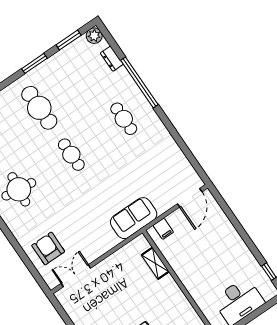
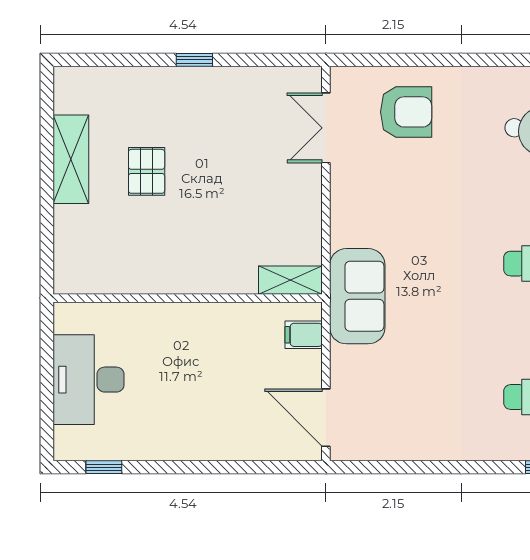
shelving: (155, 263) -> (290, 280), moved
double door: (76, 276) -> (326, 128), swing flipped

